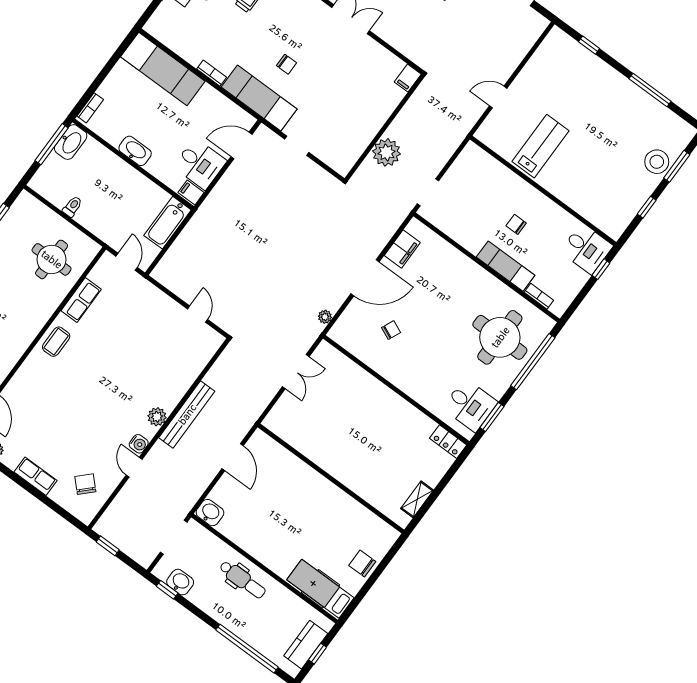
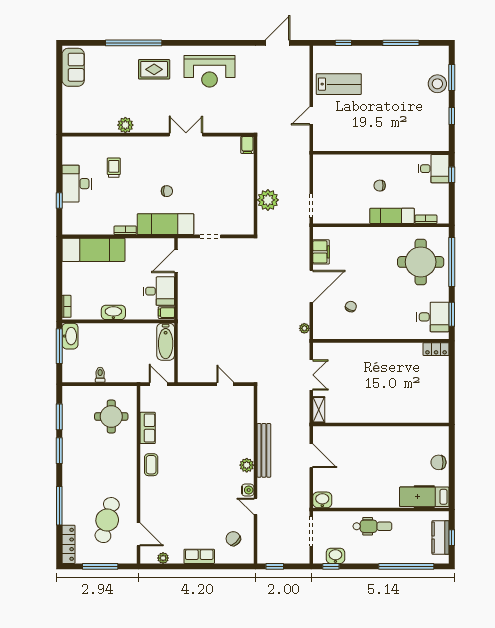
lab bench: (541, 146) -> (339, 84), moved, turned 90
shelving: (417, 499) -> (319, 410), moved

